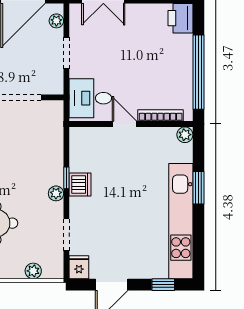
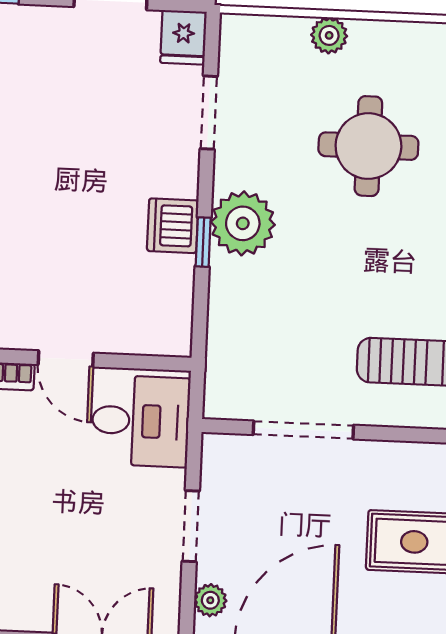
plant: (56, 193) -> (243, 223), width x1.88, depth x1.88
plant: (33, 271) -> (329, 35), moved

